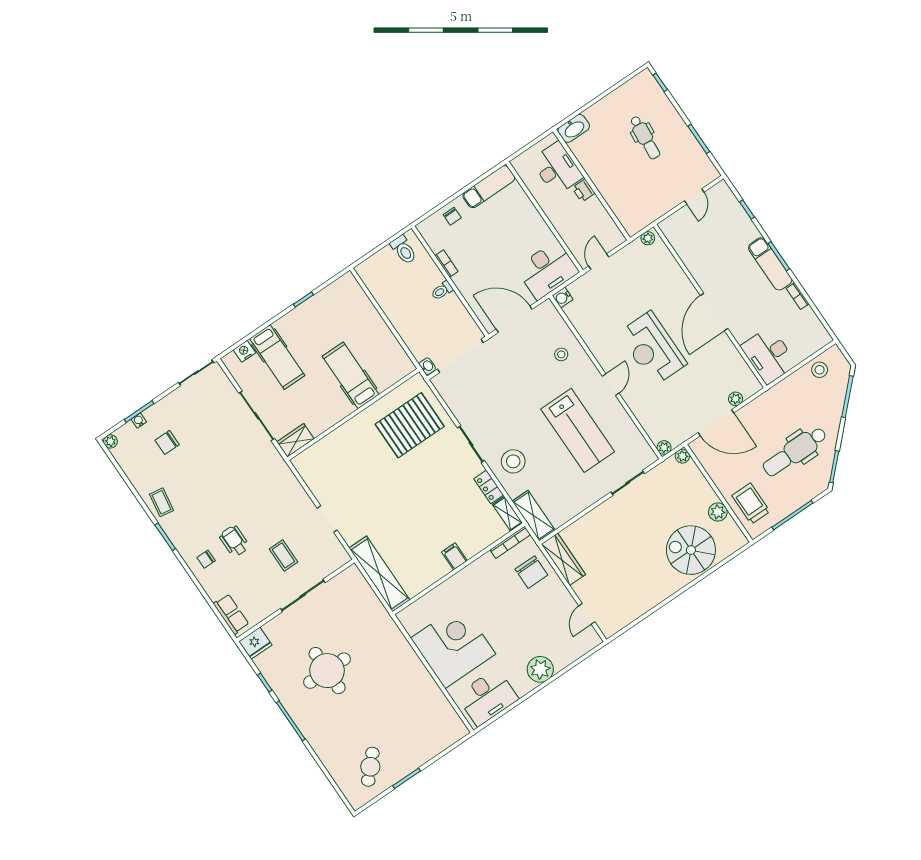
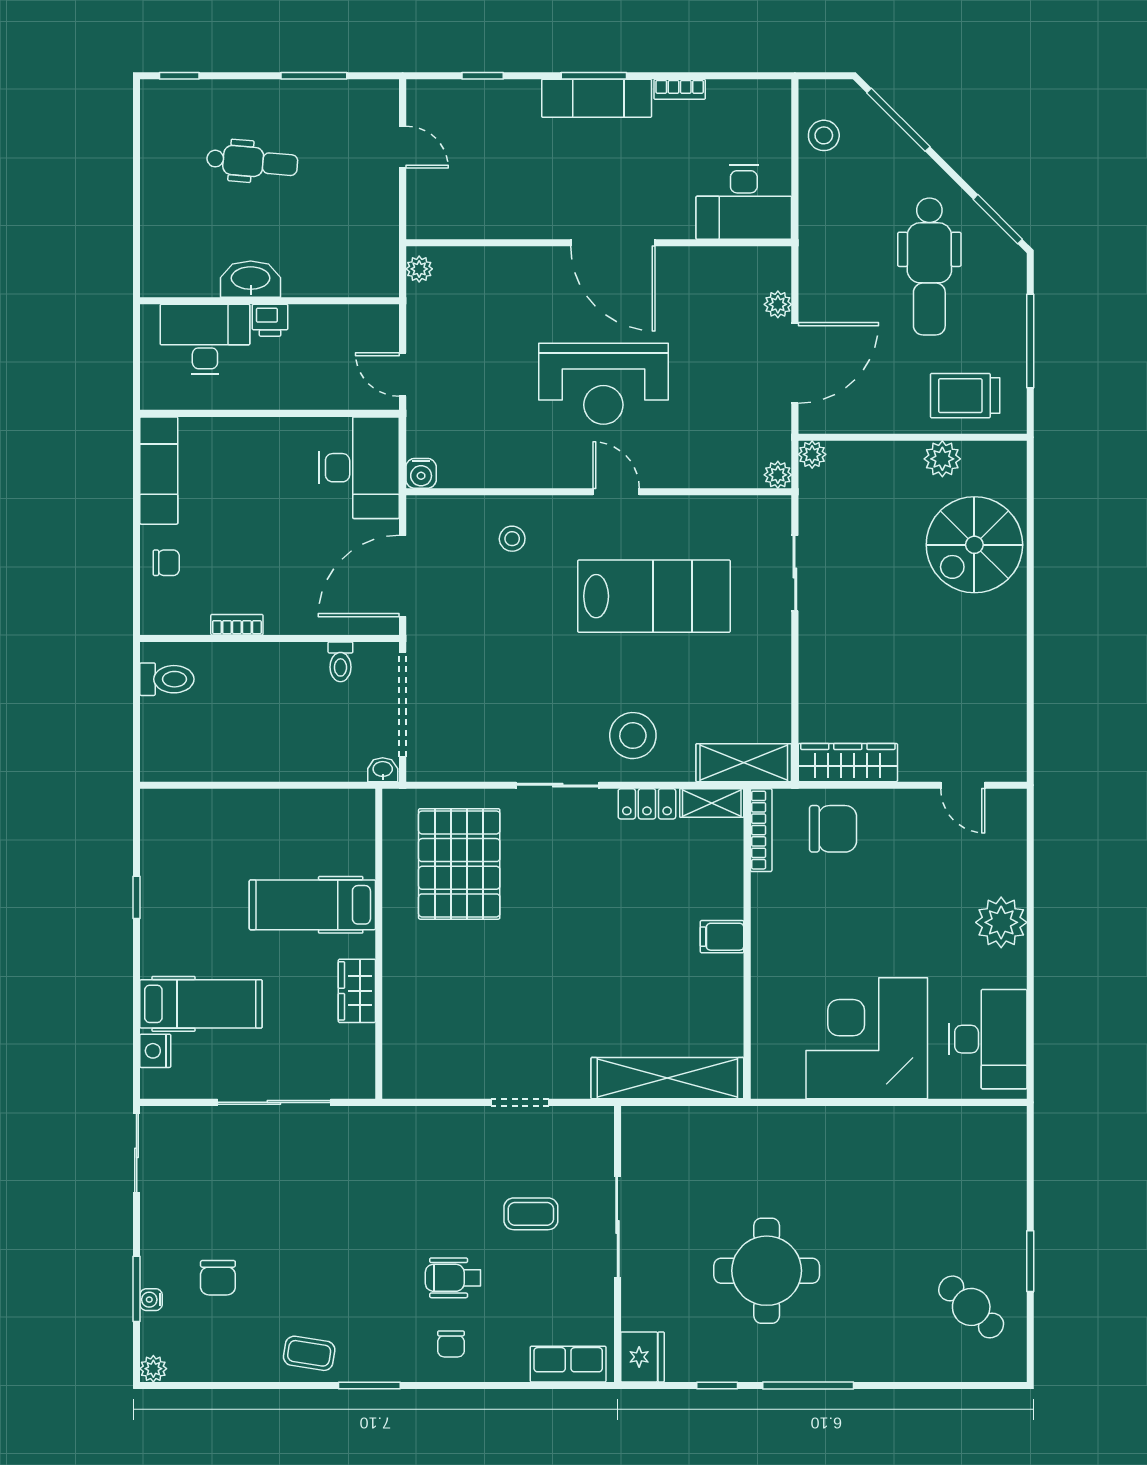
washbasin: (574, 128) -> (251, 279), moved, turned -90
toilet: (442, 291) -> (340, 662), moved
wardrobe: (295, 440) -> (357, 991), moved

